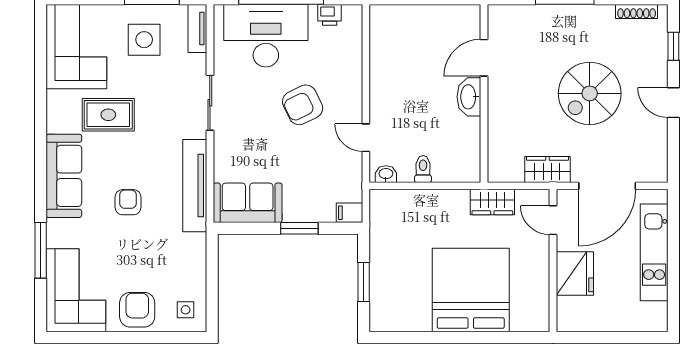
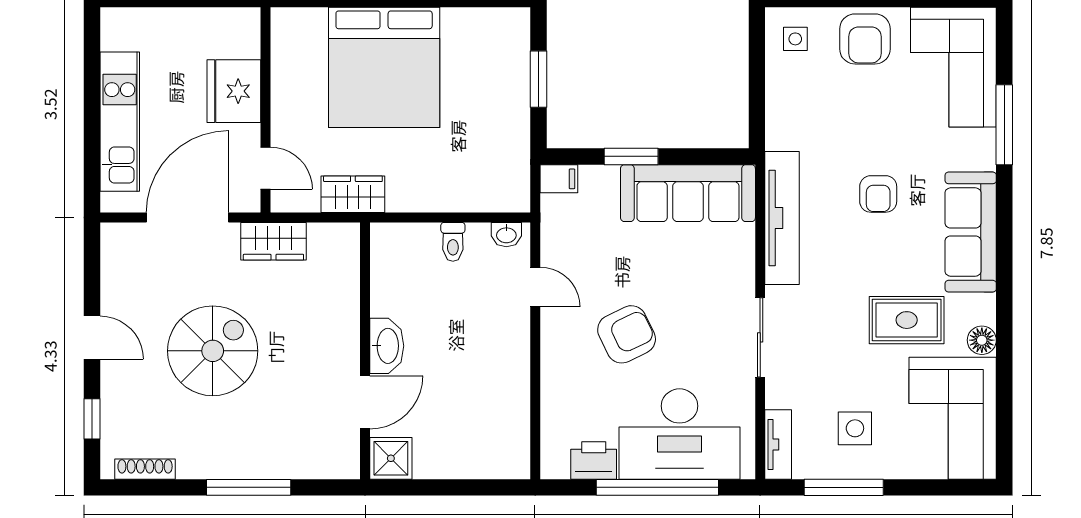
printer: (330, 15) -> (594, 460), width x1.36, depth x1.24
shower: (466, 19) -> (391, 458), added
side table: (144, 40) -> (855, 428), width x0.73, depth x0.73
floor lamp: (56, 101) -> (982, 340), added
sofa: (248, 203) -> (688, 193), width x1.36

